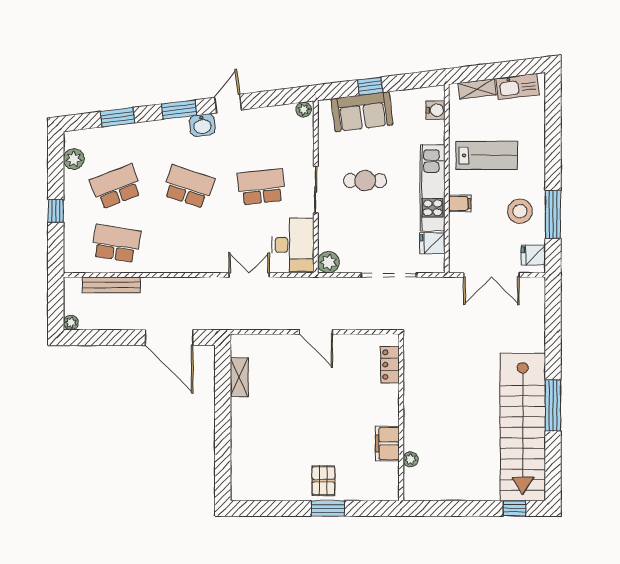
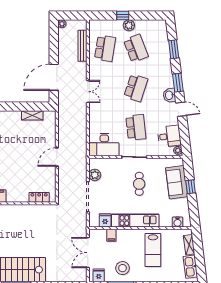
desk: (277, 126) -> (169, 136), added
plant: (74, 159) -> (129, 25), moved
filing cabinet: (460, 203) -> (111, 235), moved
plant: (328, 262) -> (95, 175), moved
double door: (249, 275) -> (88, 92), moved

